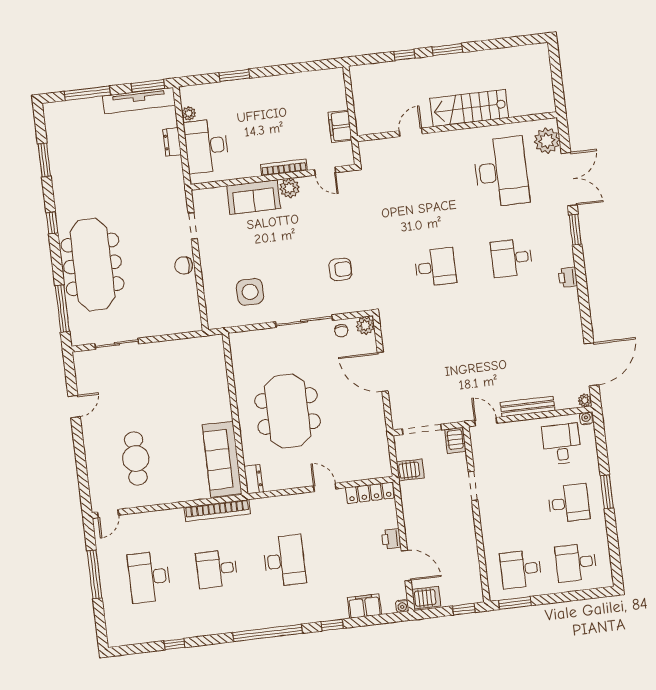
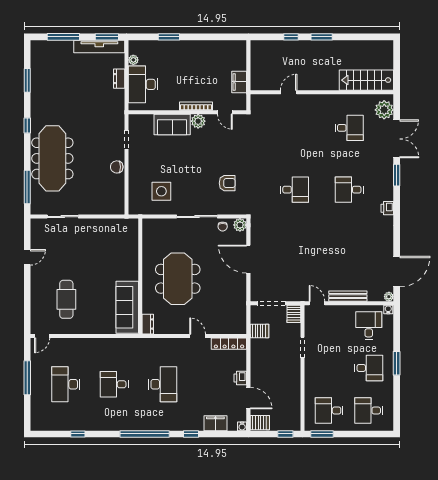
stairs: (469, 108) -> (366, 80), moved
desk: (501, 172) -> (349, 128), width x0.53, depth x0.77
bookcase: (217, 511) -> (120, 343), removed

